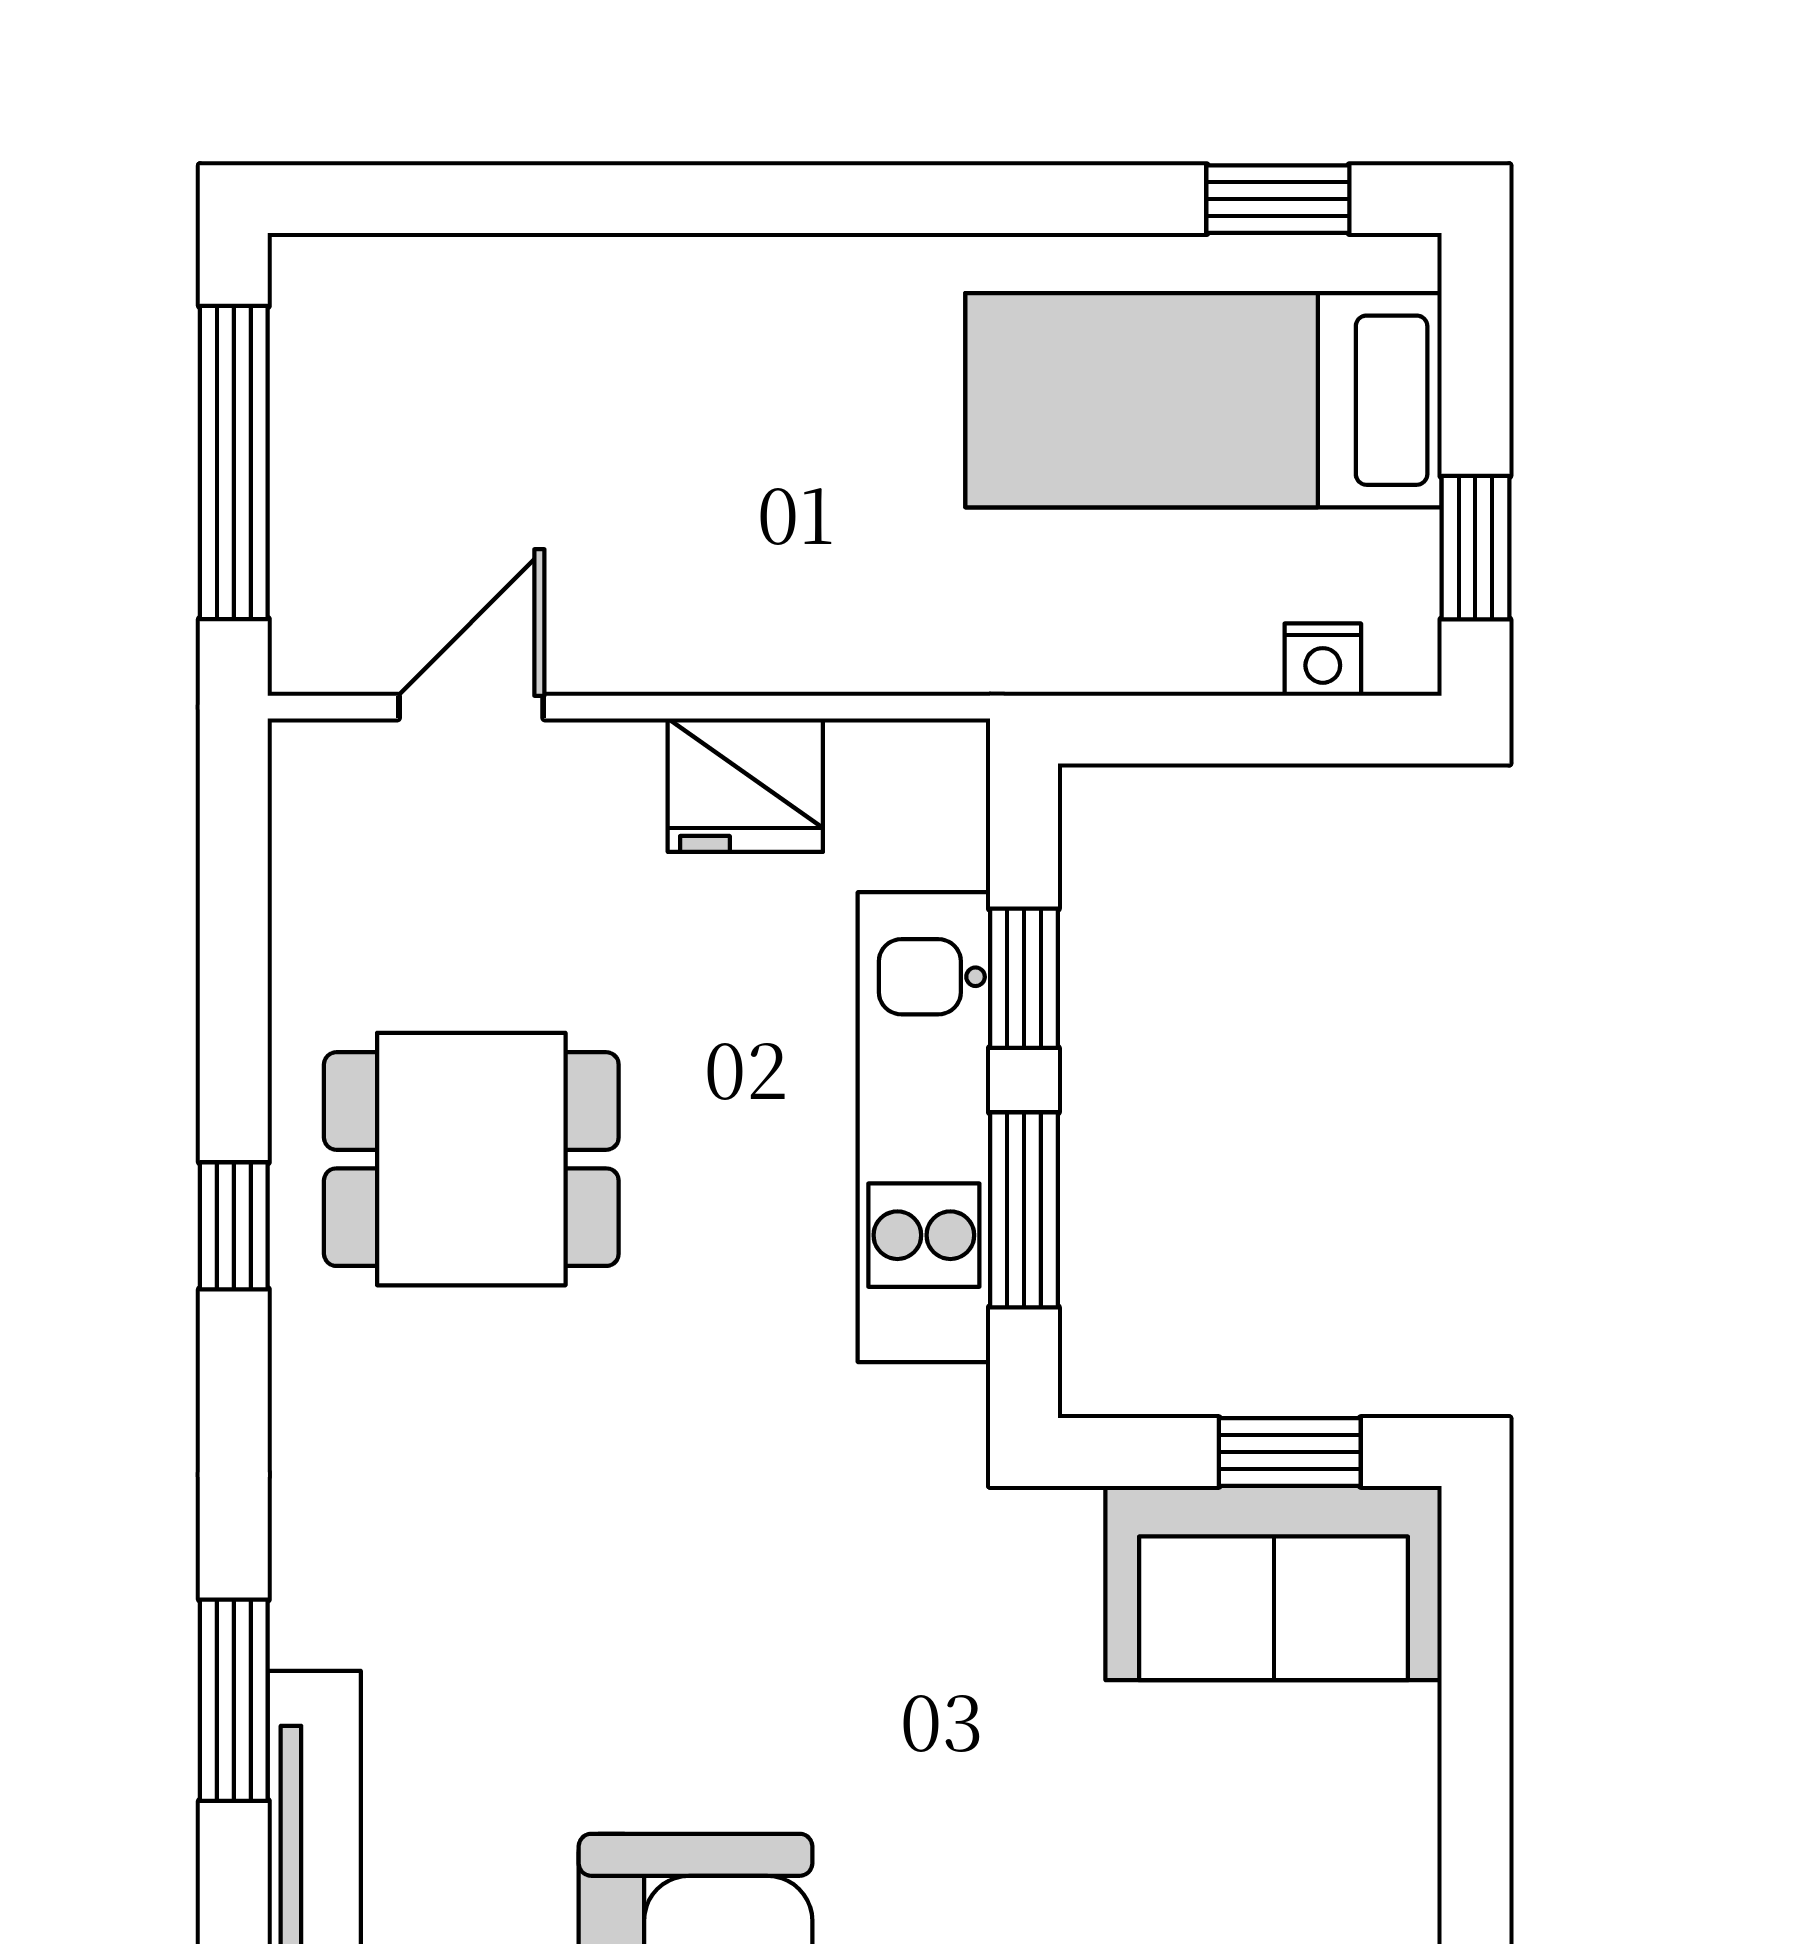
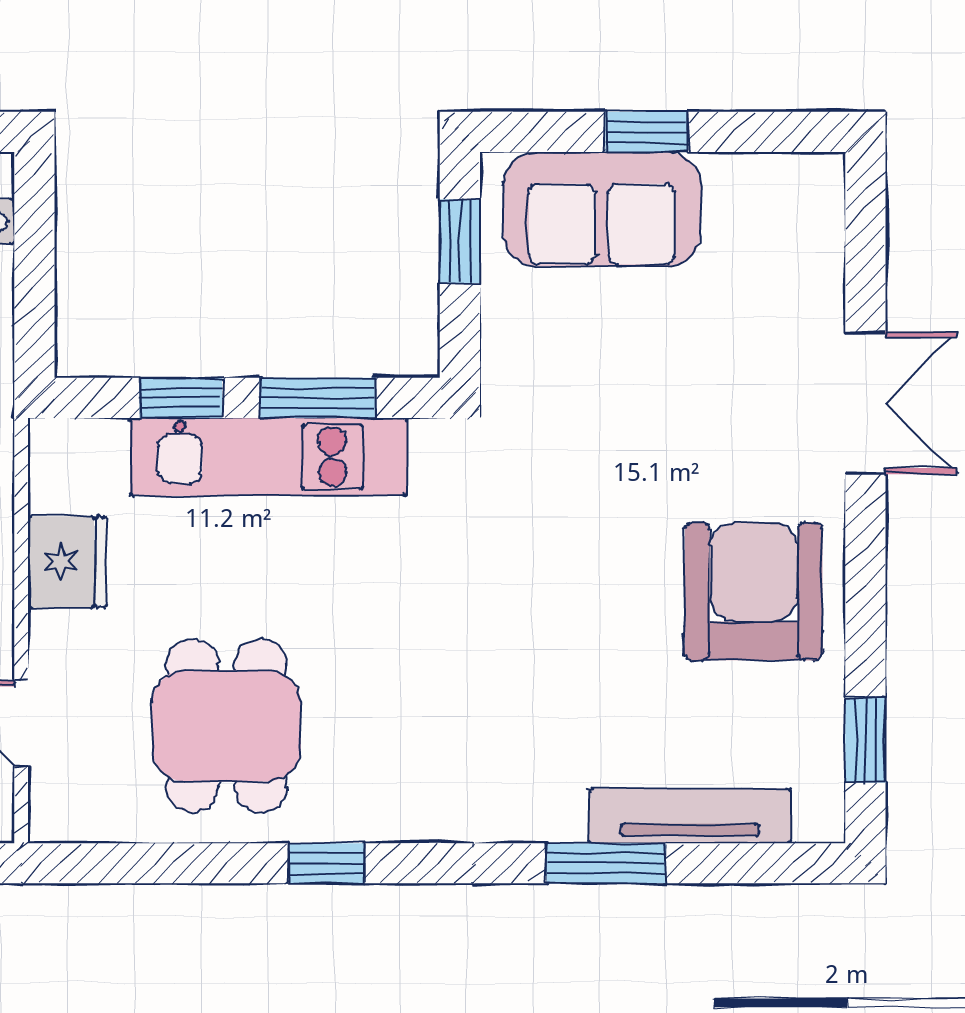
dining table: (471, 1159) -> (226, 726), moved
sofa: (1274, 1583) -> (602, 209), moved, turned 90
window: (1475, 1769) -> (647, 132), added

